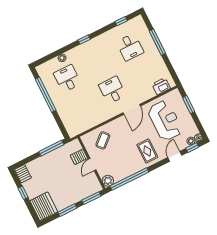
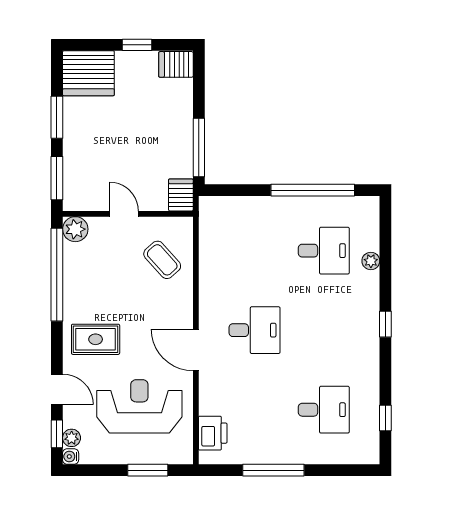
window: (157, 42) -> (273, 470), moved
desk: (130, 47) -> (324, 410), turned 180
reception desk: (165, 120) -> (139, 406), turned 180
server rack: (79, 157) -> (181, 195), moved

